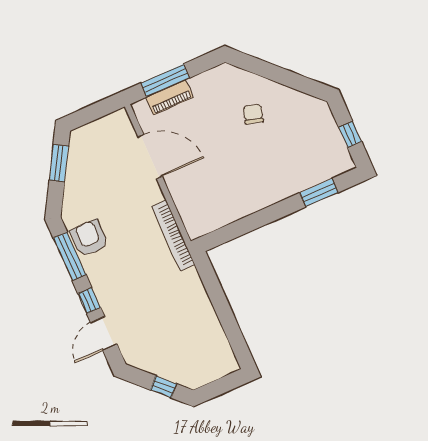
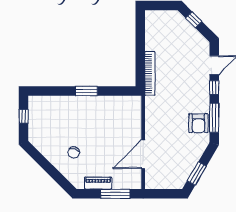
piano: (169, 97) -> (98, 183), moved
door: (150, 157) -> (143, 154), hinge flipped
window: (319, 193) -> (86, 91), moved
bookcase: (173, 236) -> (150, 73), moved

